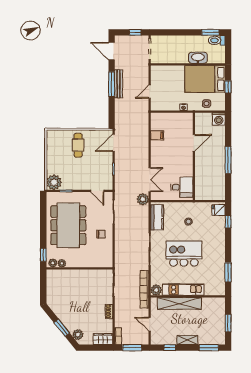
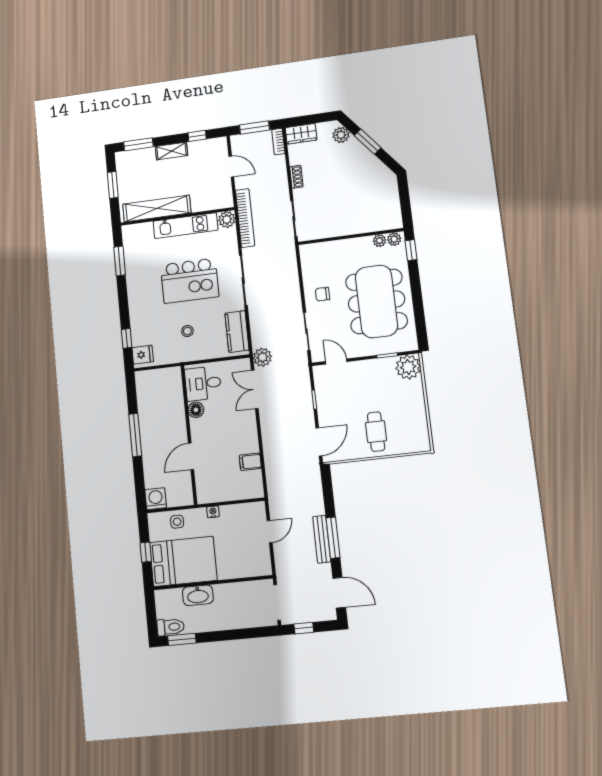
floor lamp: (188, 171) -> (196, 410), added
shelving: (179, 303) -> (157, 208), moved

